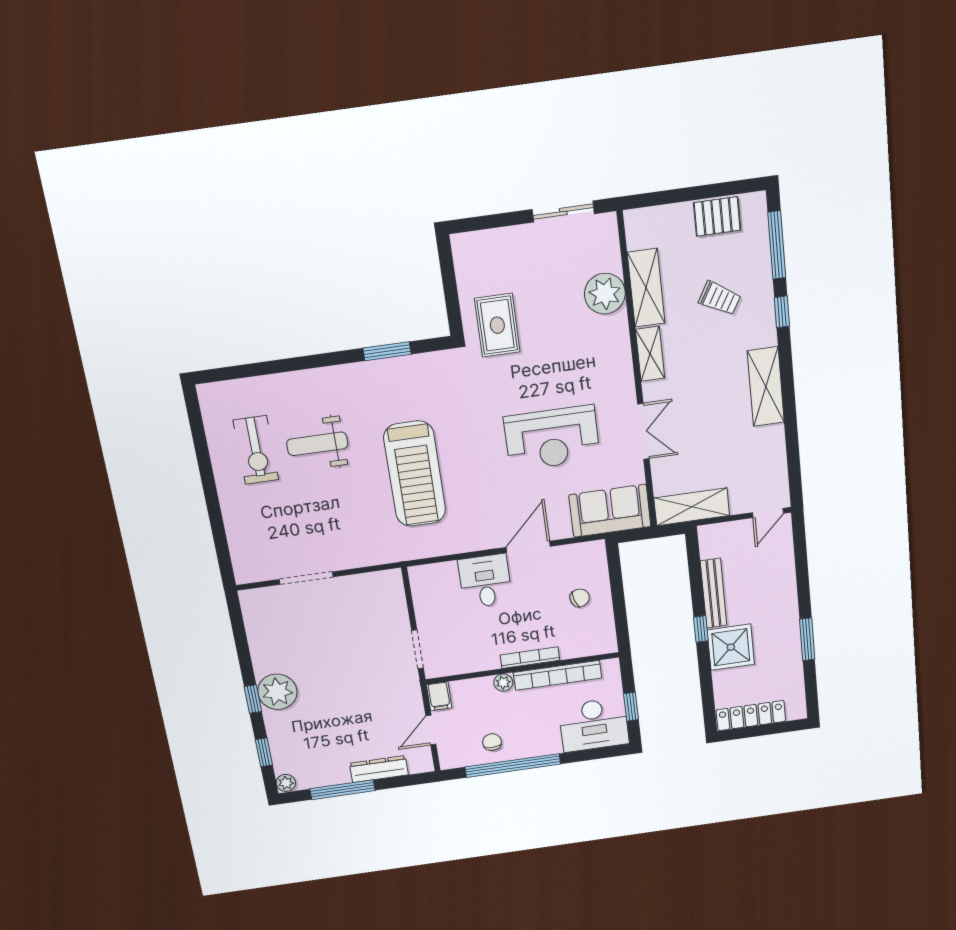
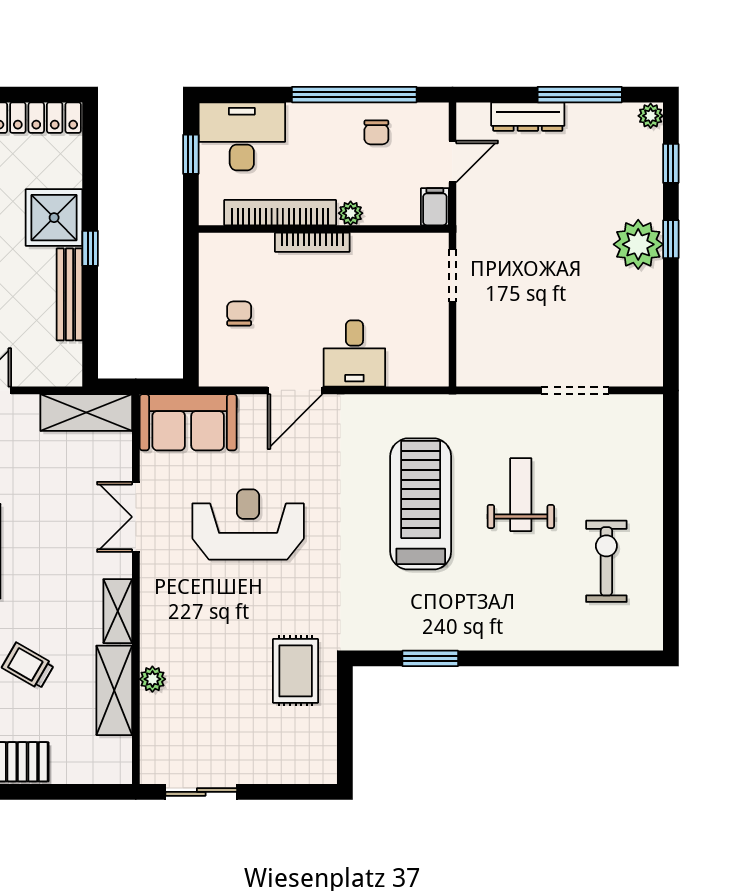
plant: (605, 294) -> (152, 679), width x0.53, depth x0.53
weight bench: (317, 444) -> (521, 495), moved, turned -90
chair: (580, 598) -> (239, 314), turned 108

